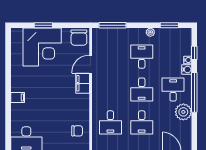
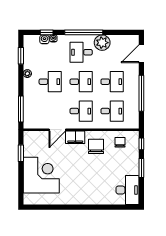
window: (43, 25) -> (21, 153), moved
chair: (79, 38) -> (96, 146), moved, turned -90
desk: (142, 57) -> (50, 82), turned 180
door: (91, 64) -> (57, 130), hinge flipped
water cooler: (187, 70) -> (44, 39), moved
desk: (110, 90) -> (81, 111), added
filing cabinet: (18, 97) -> (89, 198), removed

